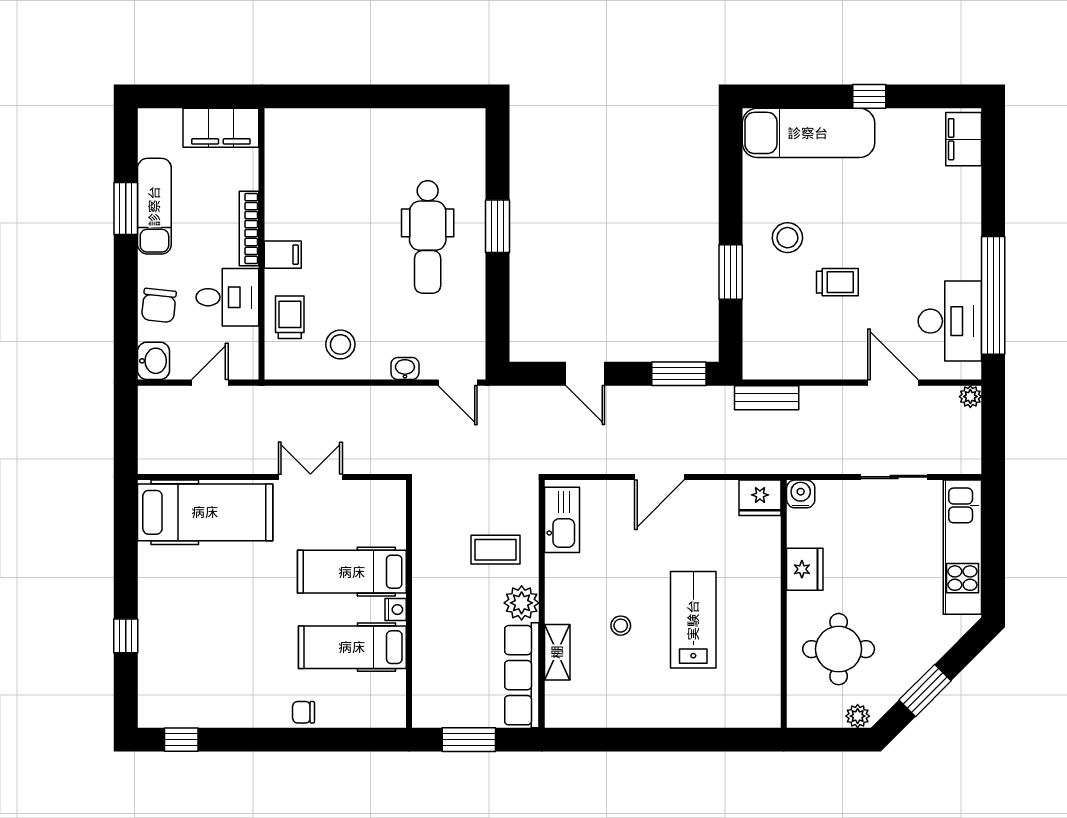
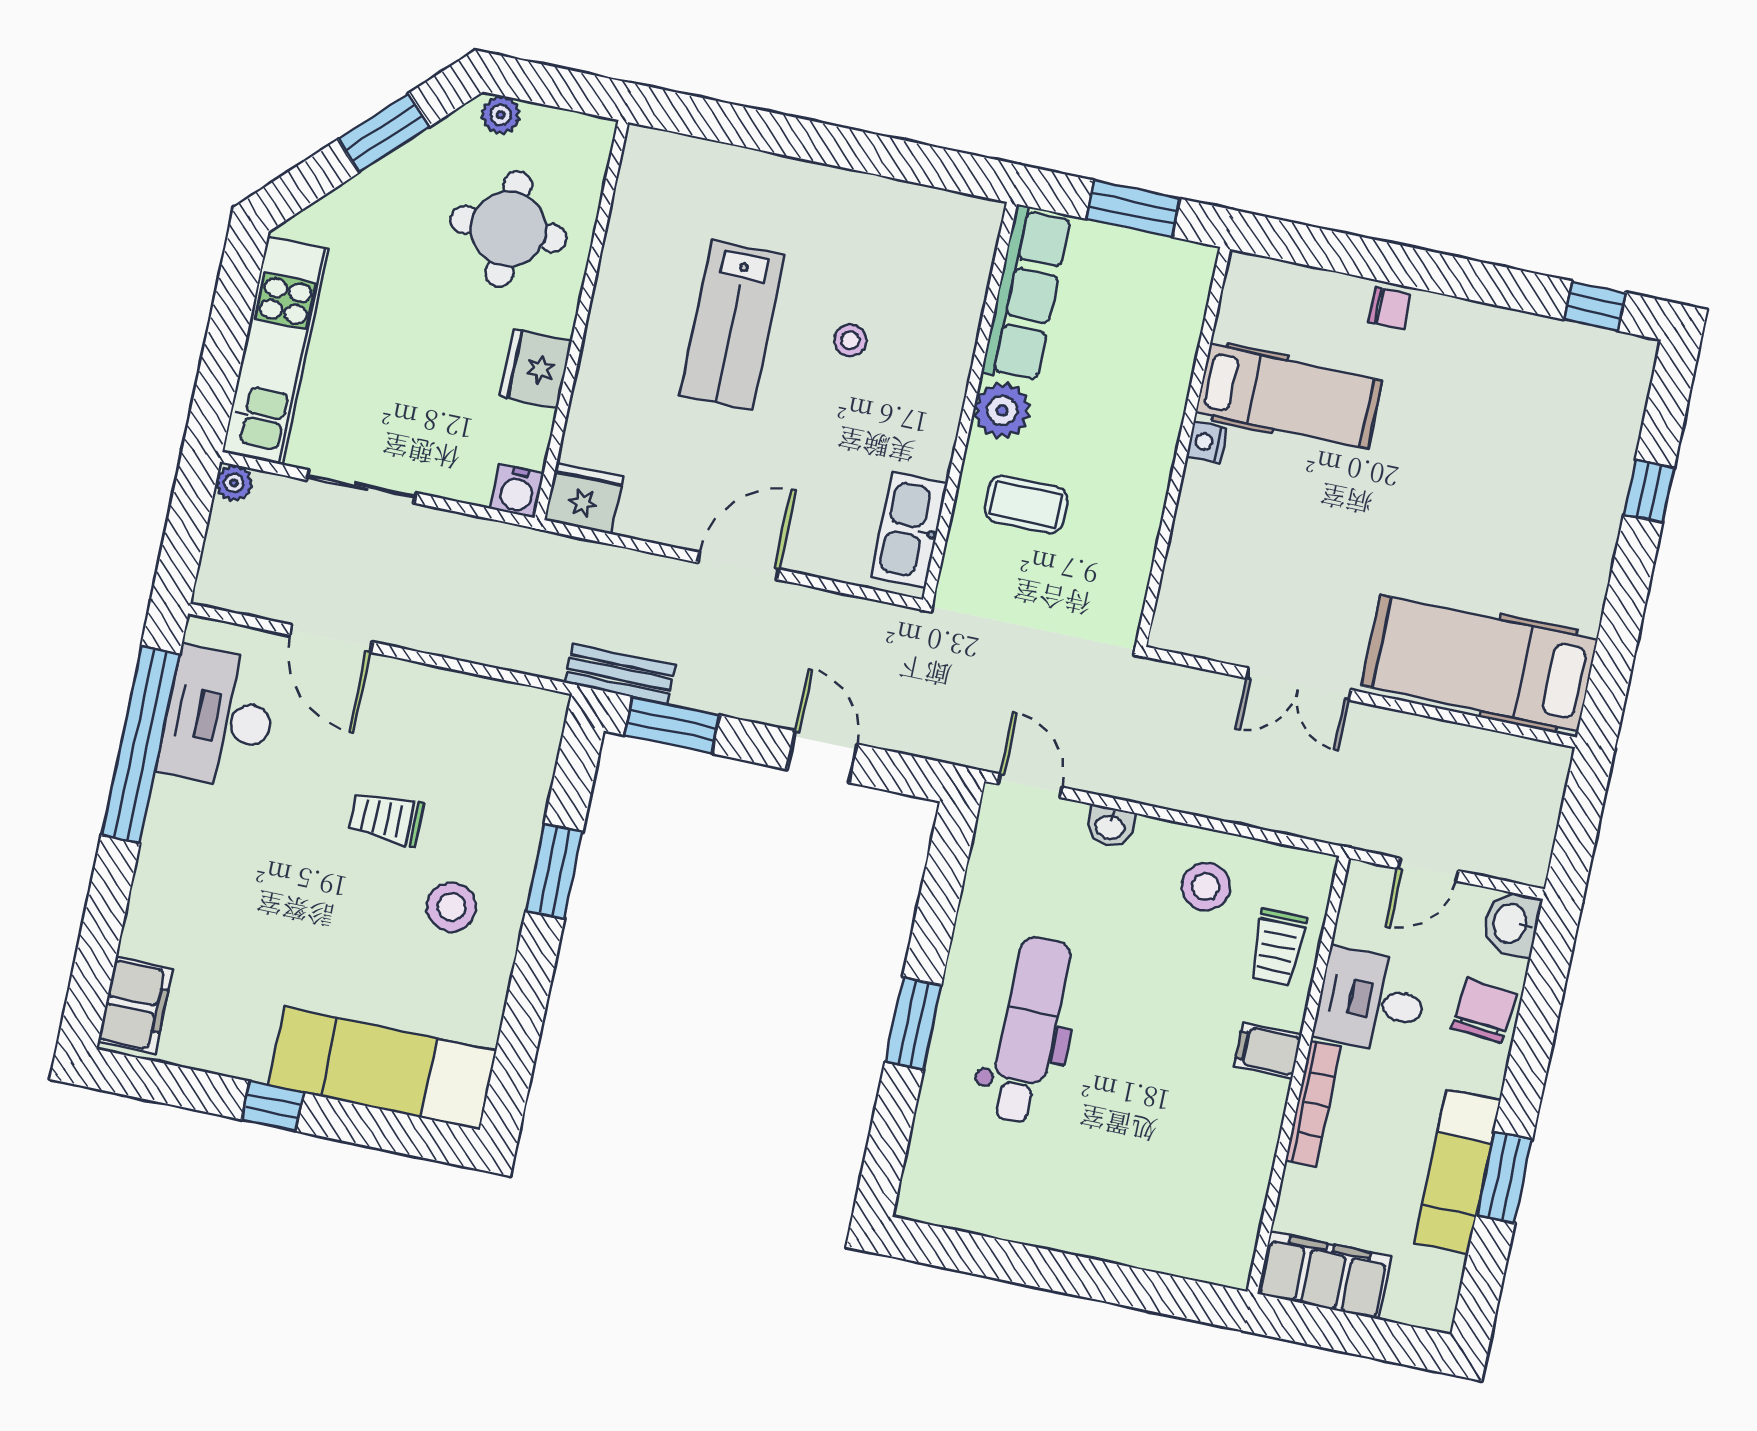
plant: (970, 397) -> (234, 483), moved
bench: (767, 398) -> (620, 674), moved
hospital bed: (352, 572) -> (1264, 518), removed
shelving: (557, 652) -> (961, 319), removed

